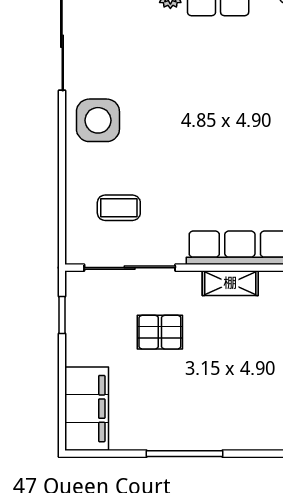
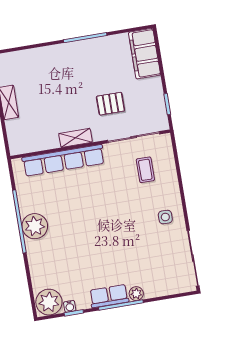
side table: (98, 120) -> (165, 217), width x0.54, depth x0.54
coffee table: (119, 208) -> (145, 170), turned 90

